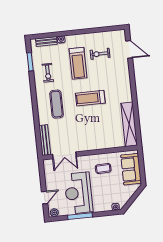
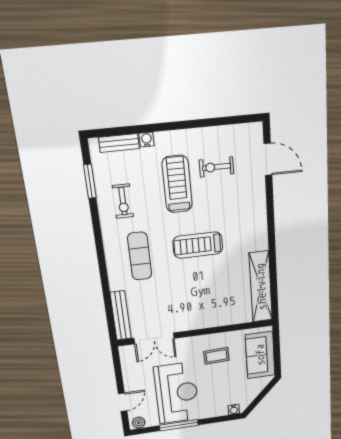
treadmill: (78, 63) -> (177, 184), turned 180
reception desk: (78, 193) -> (177, 393), turned 180

